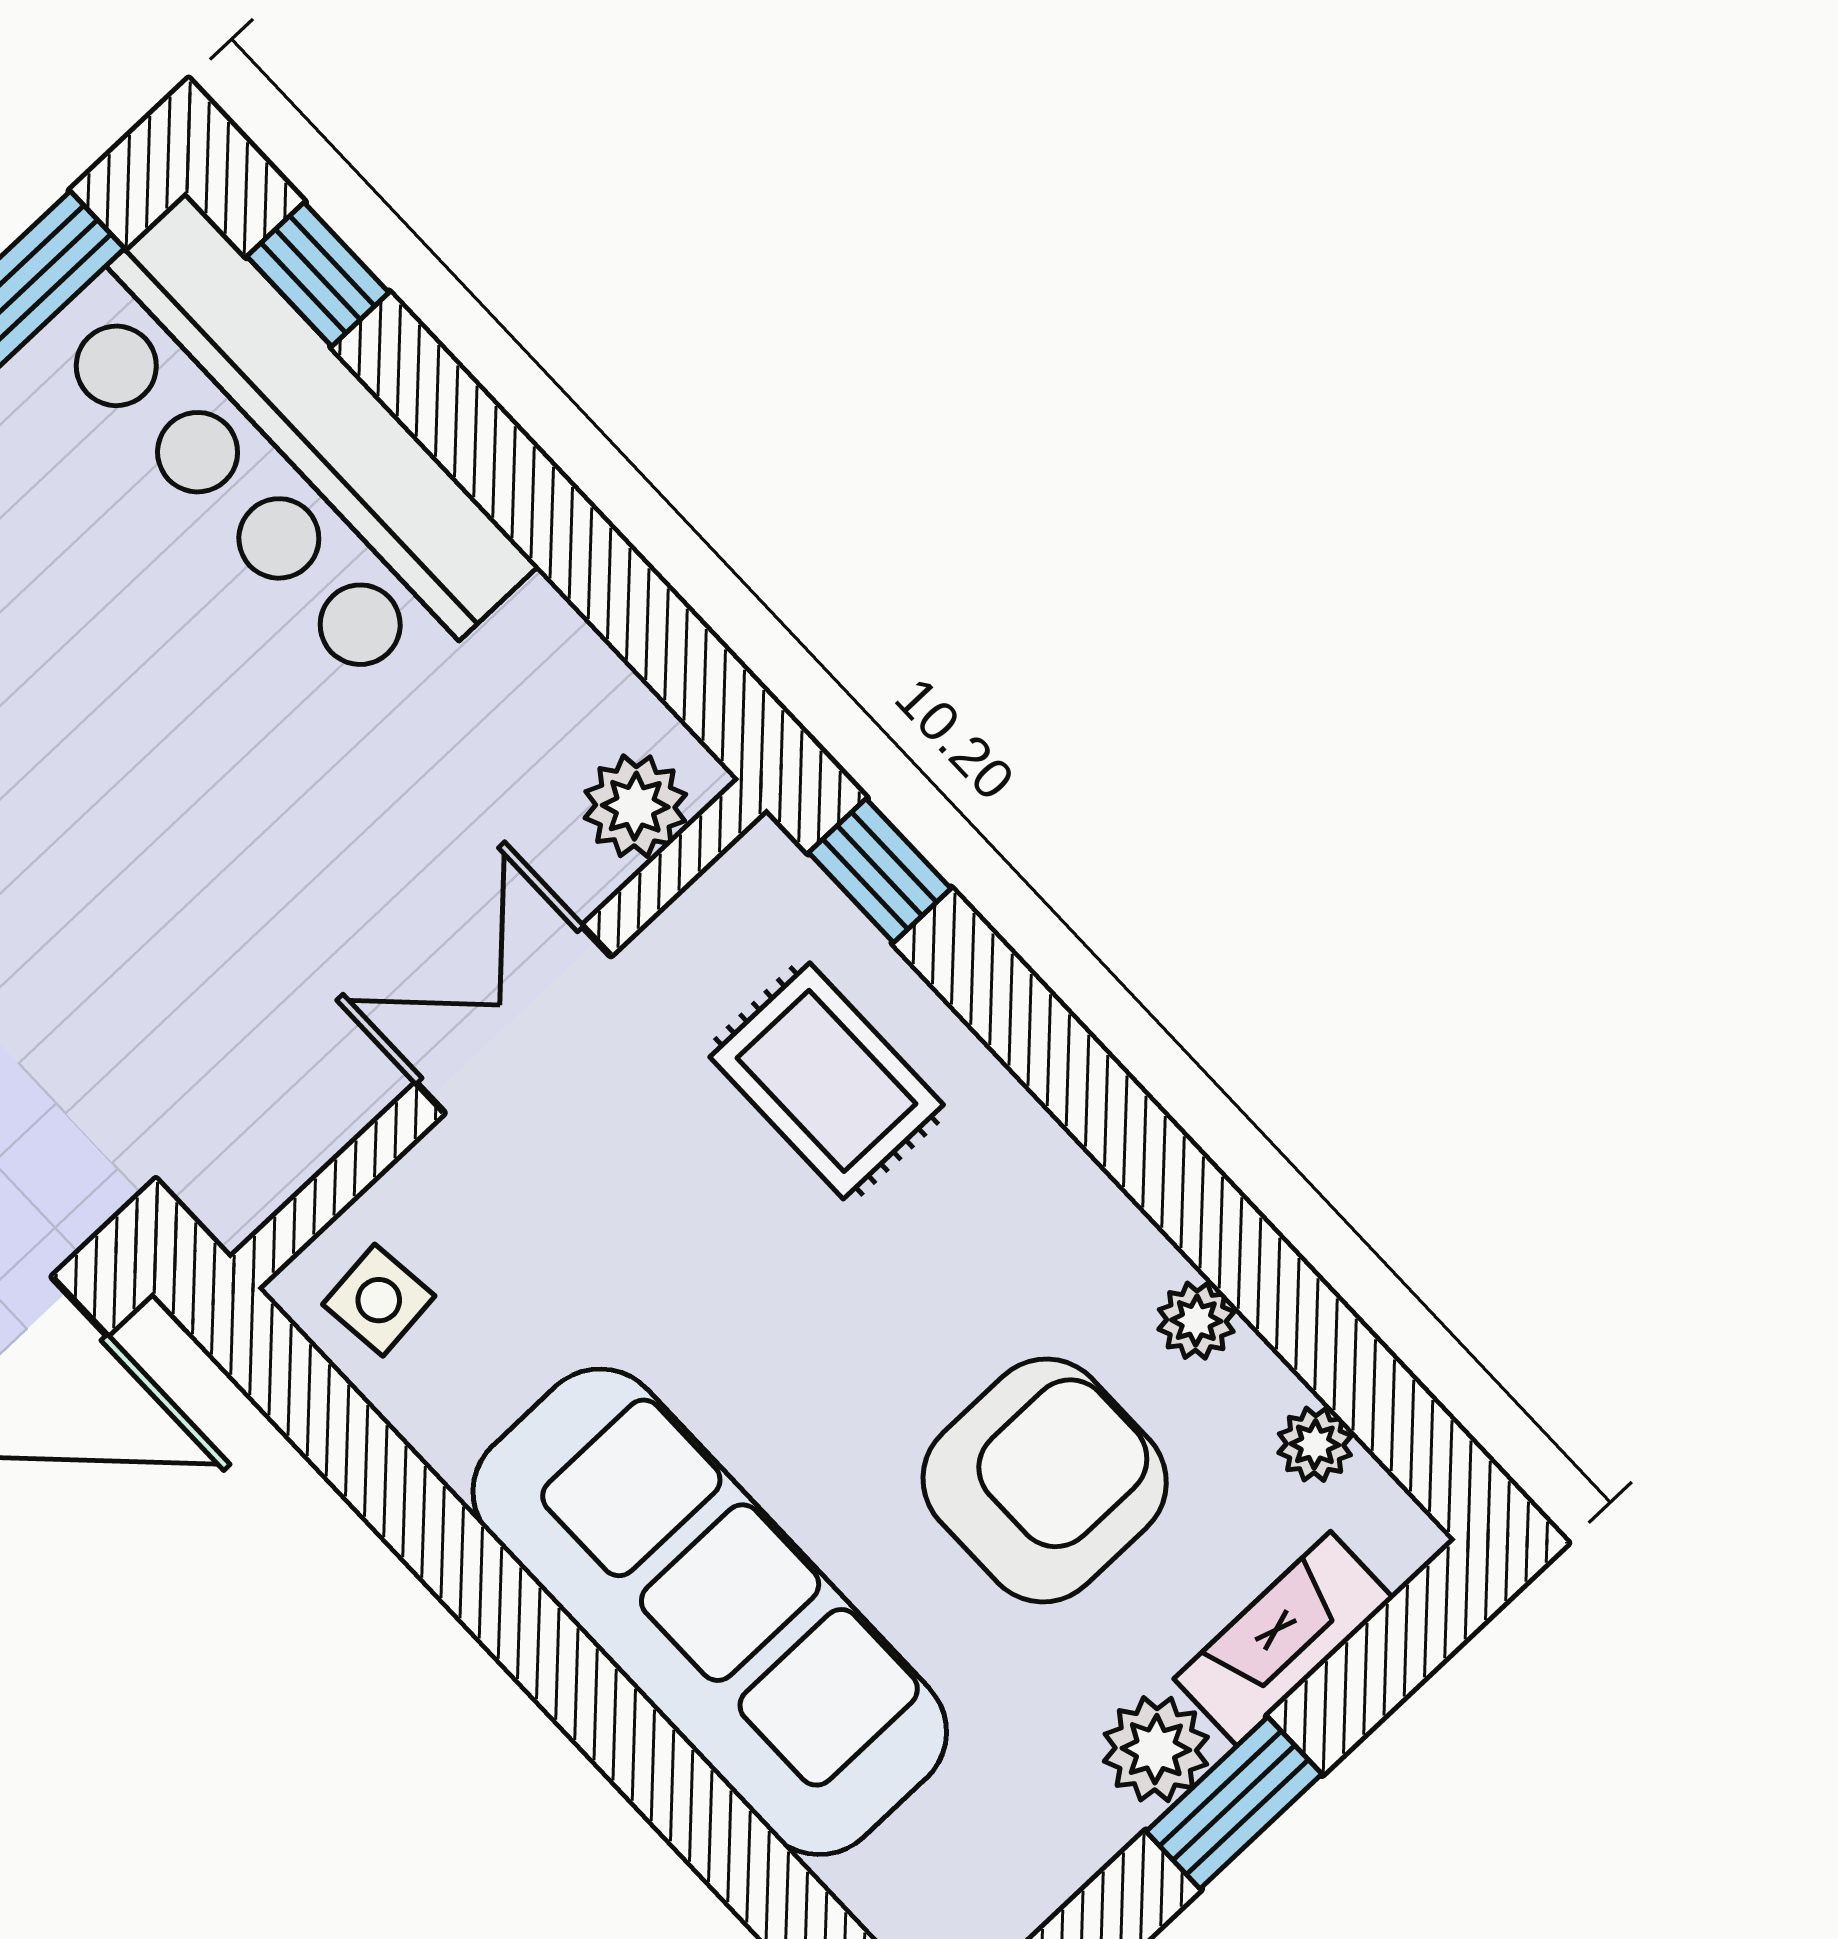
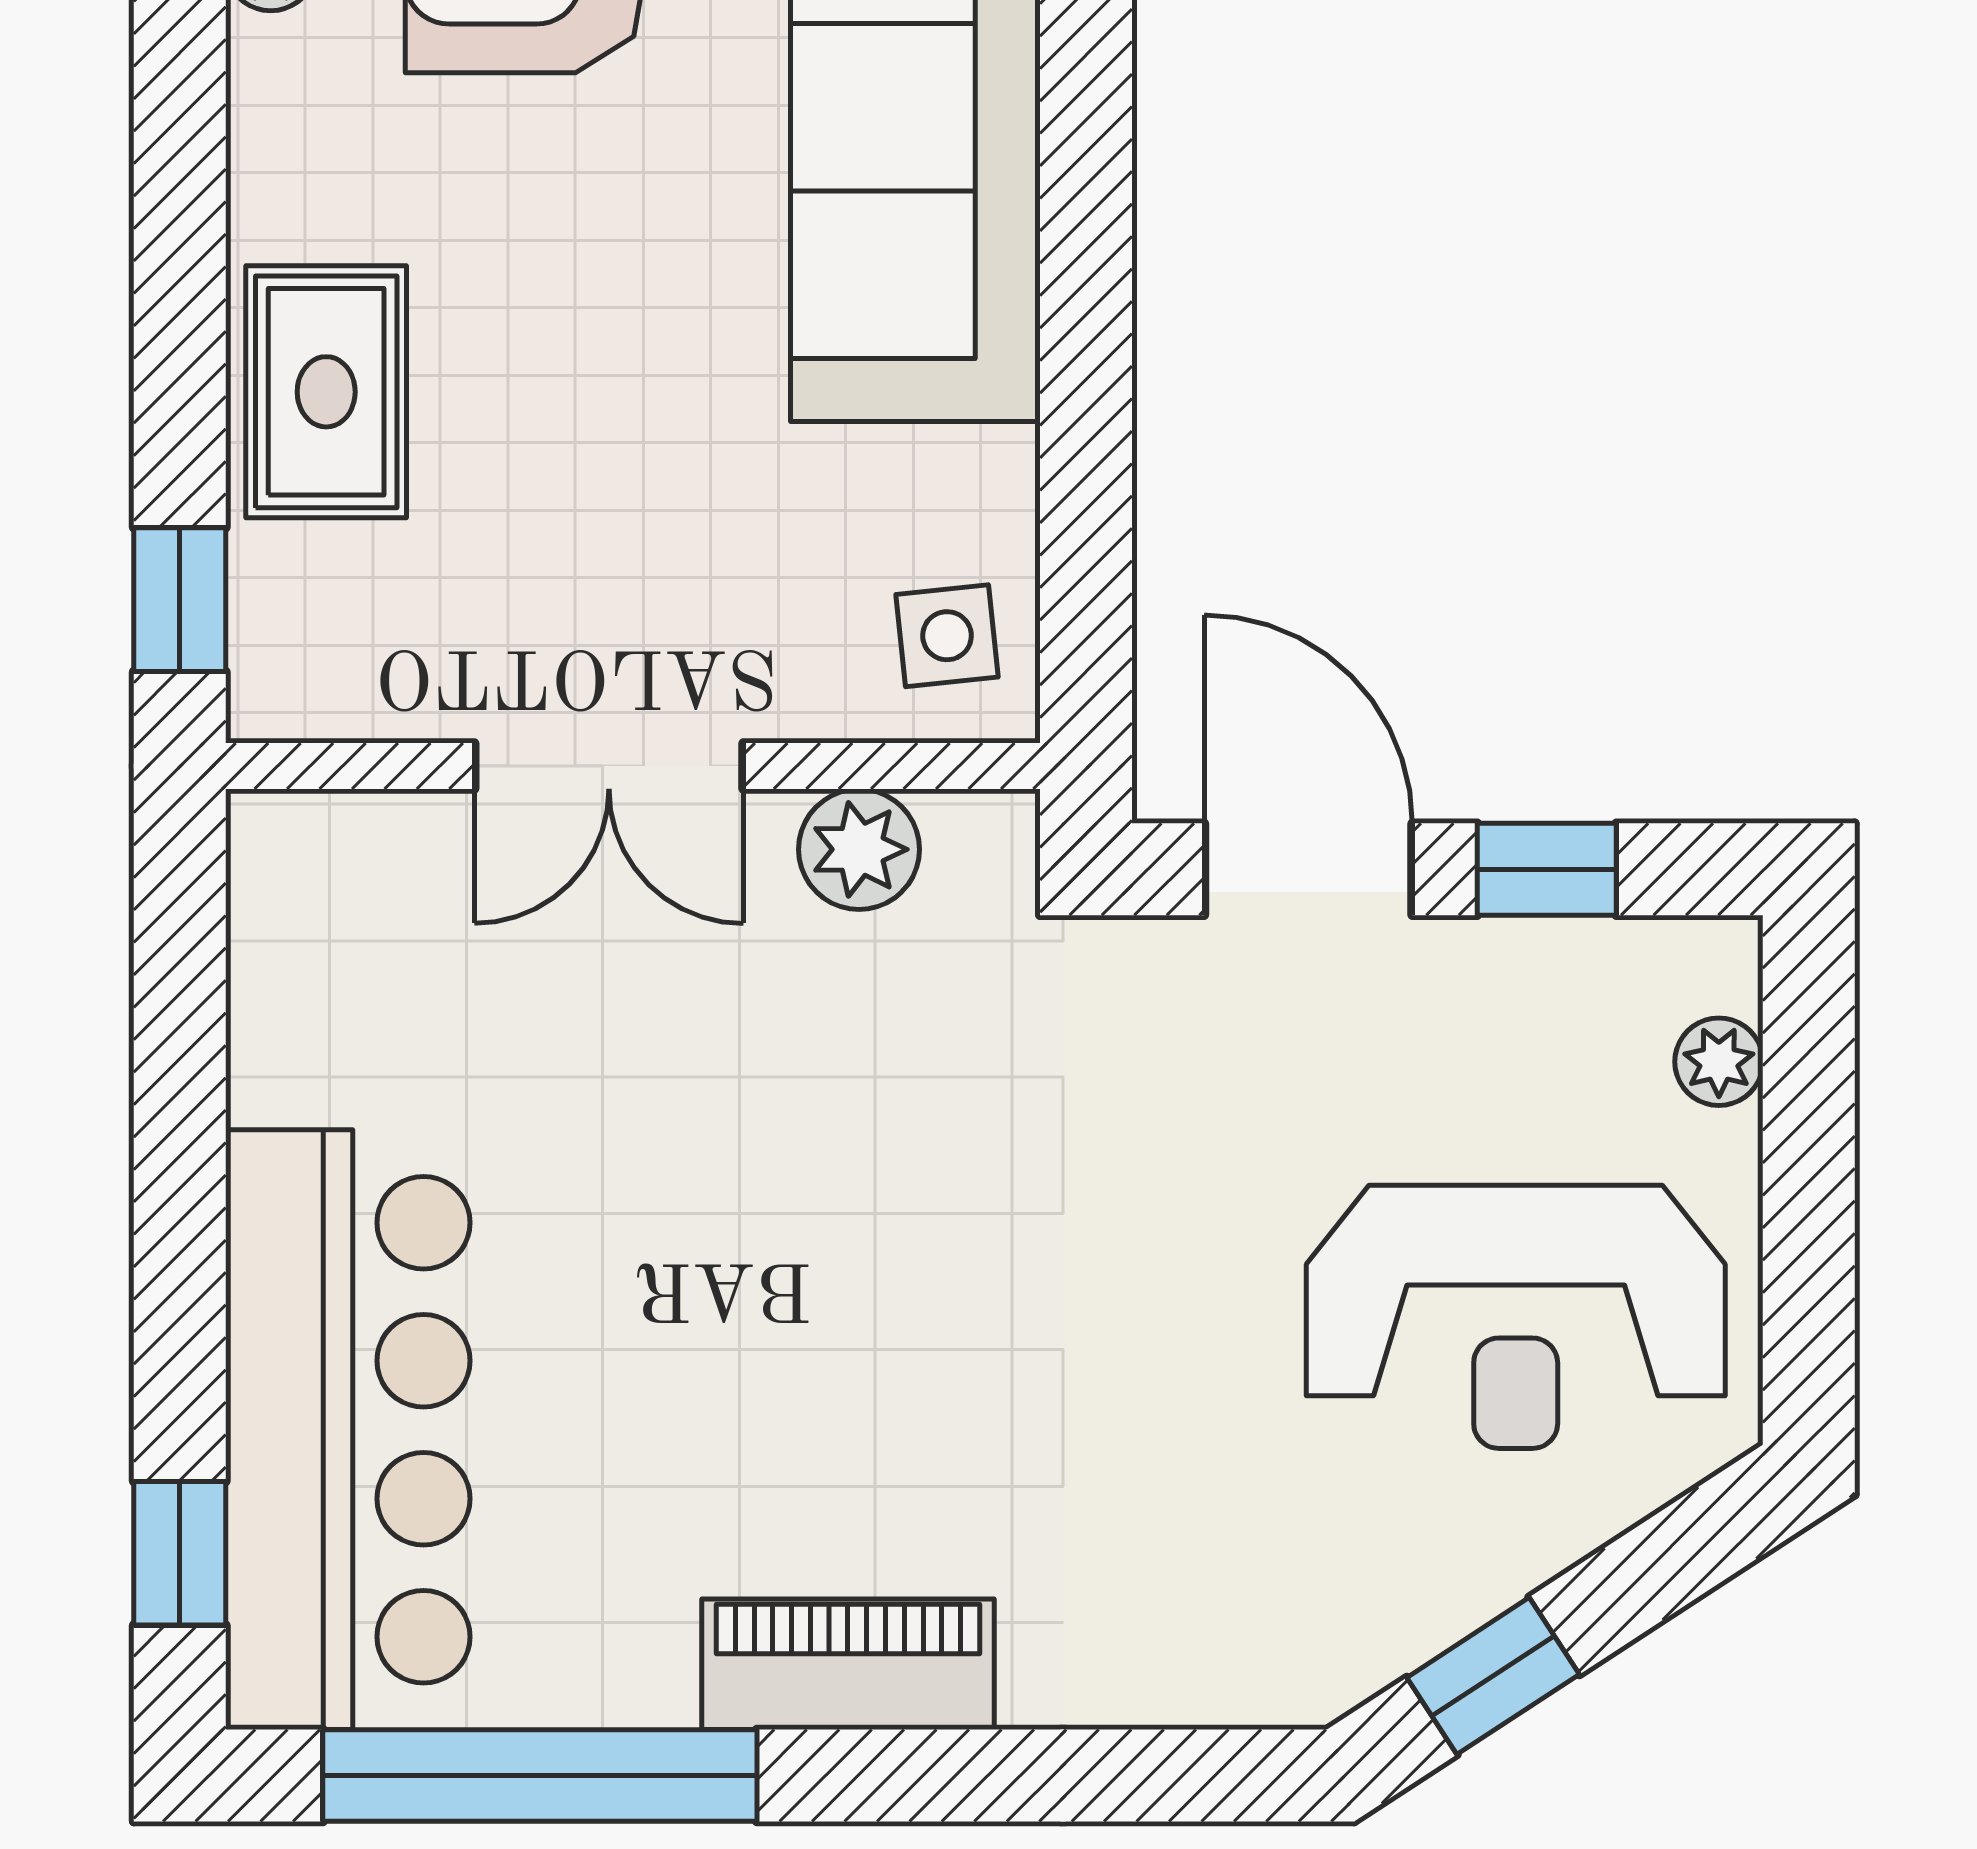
plant: (635, 806) -> (859, 849), moved
rug: (827, 1081) -> (326, 392), moved

